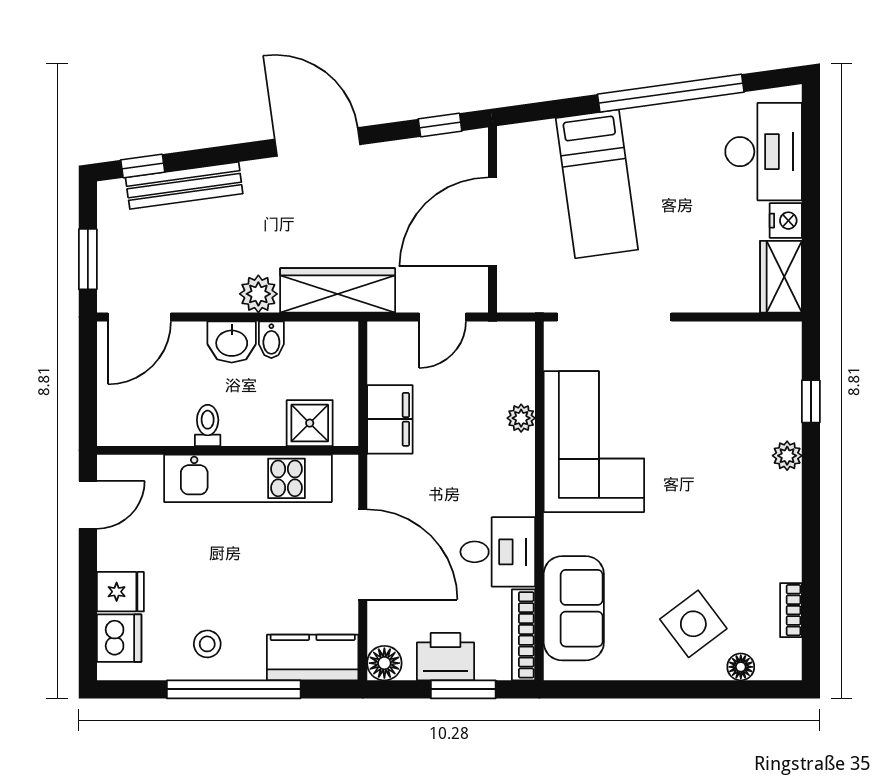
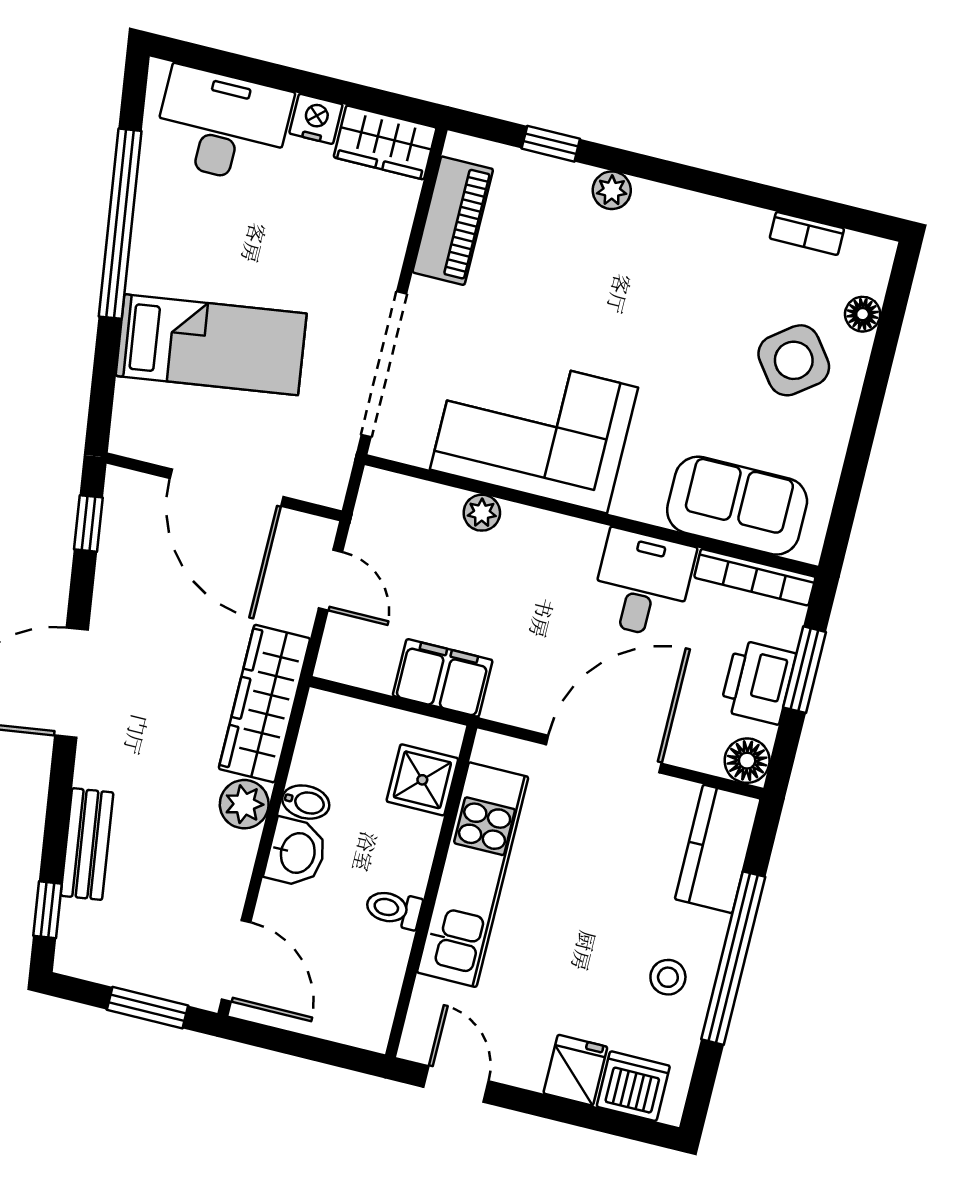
bench: (184, 186) -> (87, 844), width x0.73
piano: (735, 342) -> (453, 221), added

